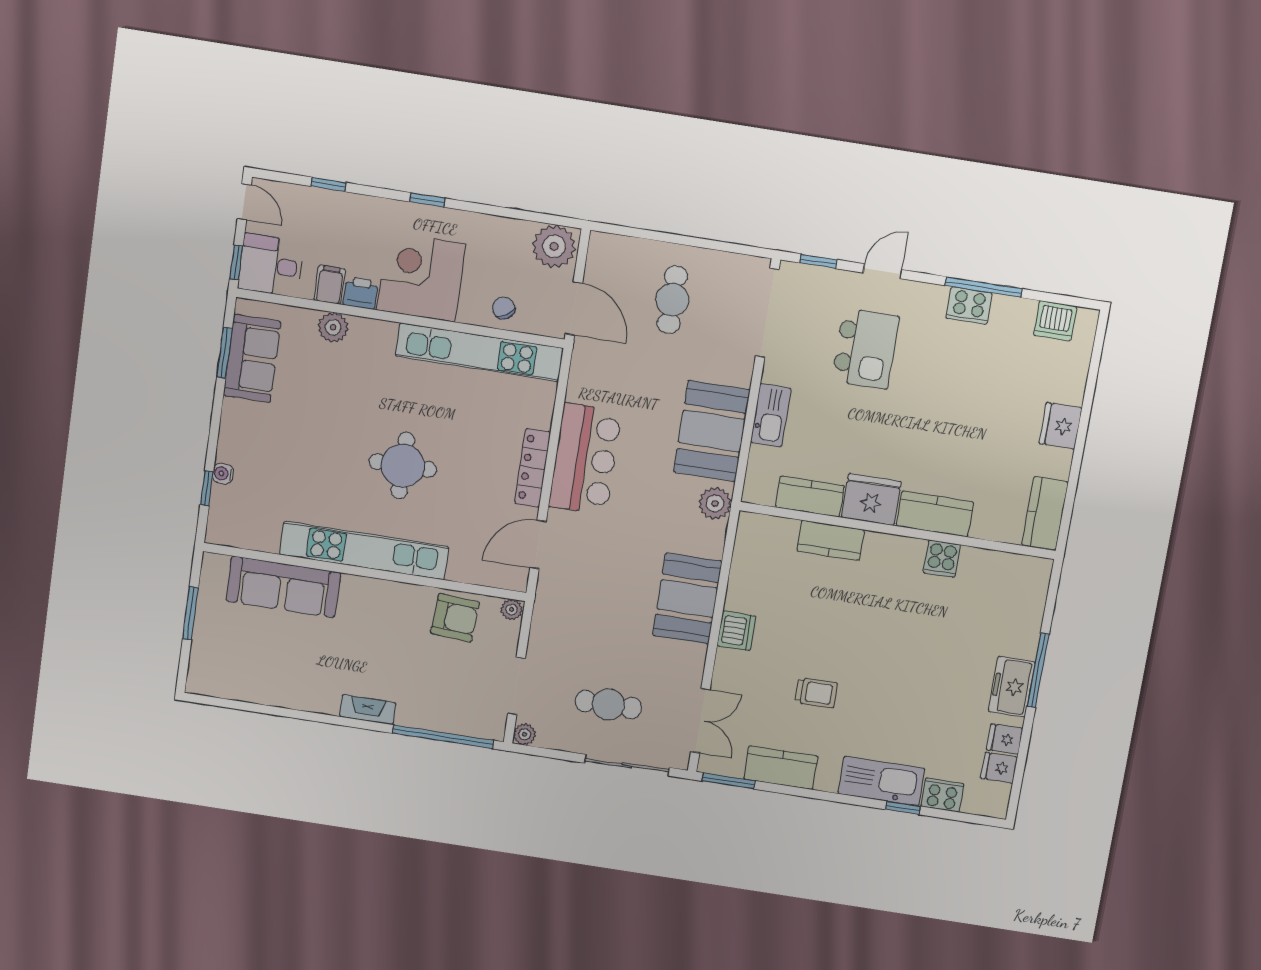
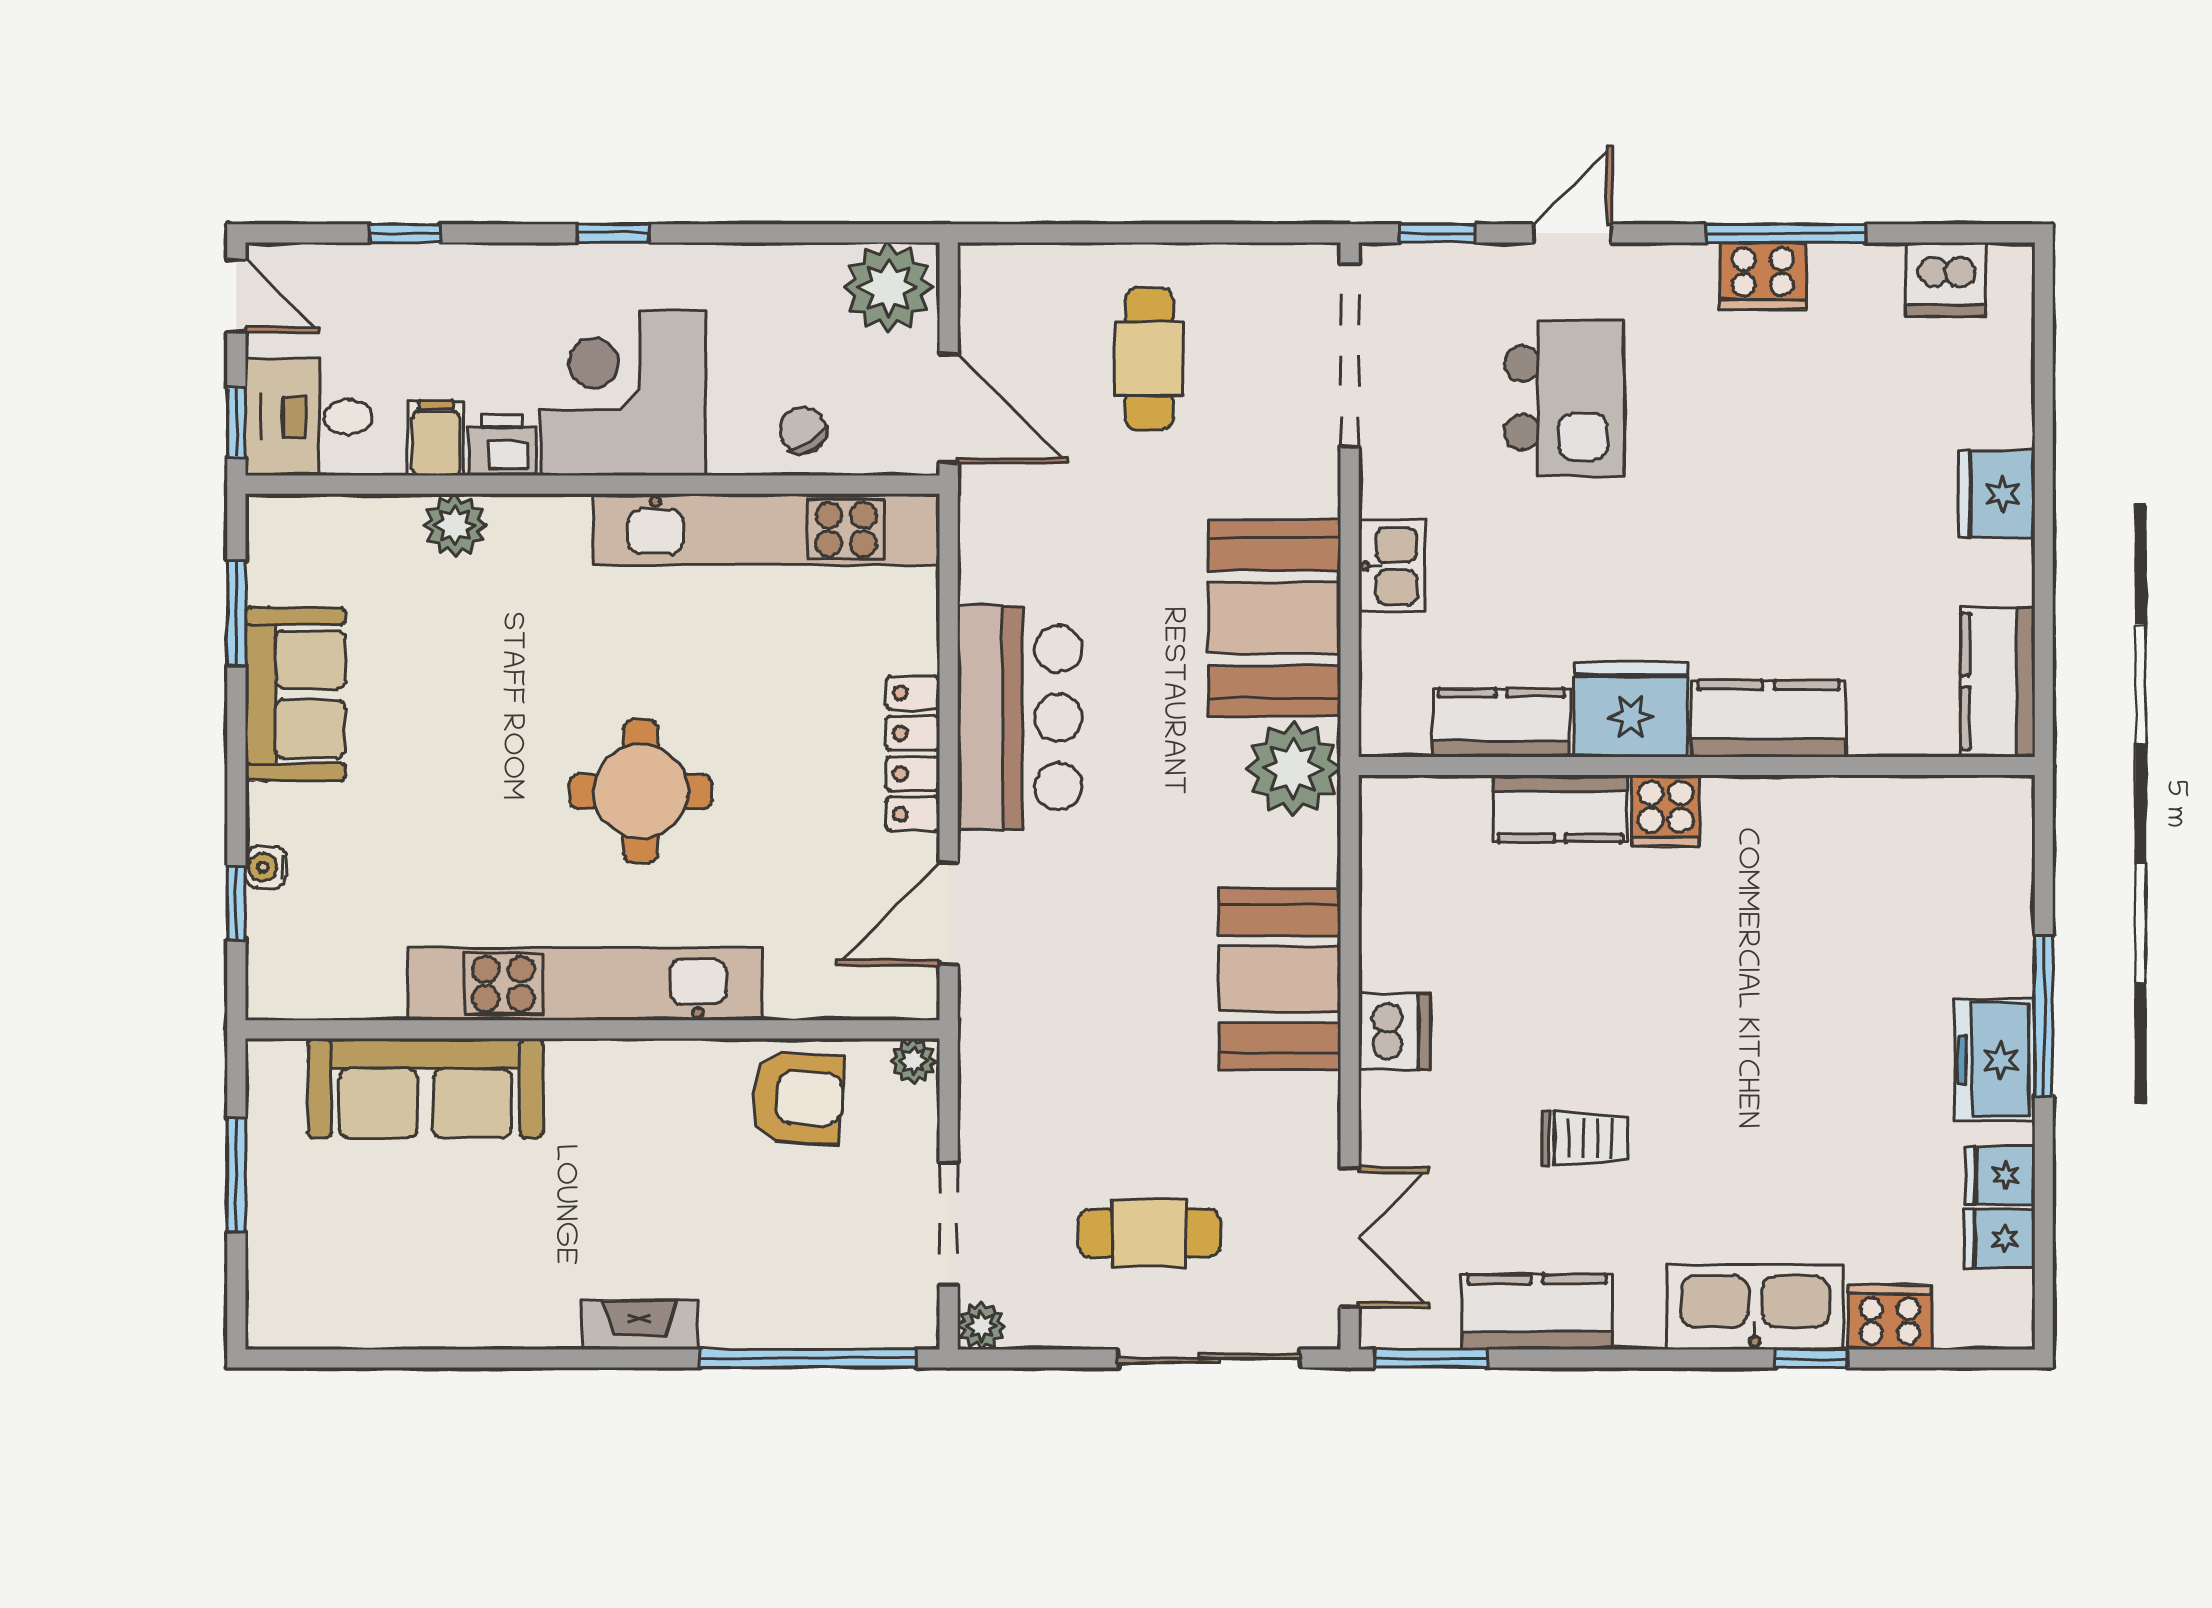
sofa: (252, 359) -> (295, 694), moved
kitchen sink: (771, 415) -> (1392, 566), width x0.73
plant: (715, 503) -> (1293, 769), width x1.36, depth x1.36
cooker: (942, 559) -> (1666, 811), moved

